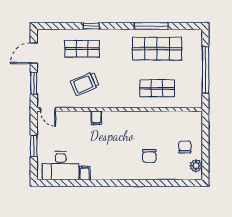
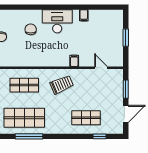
window: (91, 26) -> (100, 136), moved
trolley: (85, 84) -> (62, 85), moved
door: (48, 109) -> (101, 68), moved
desk: (61, 166) -> (57, 21), moved

